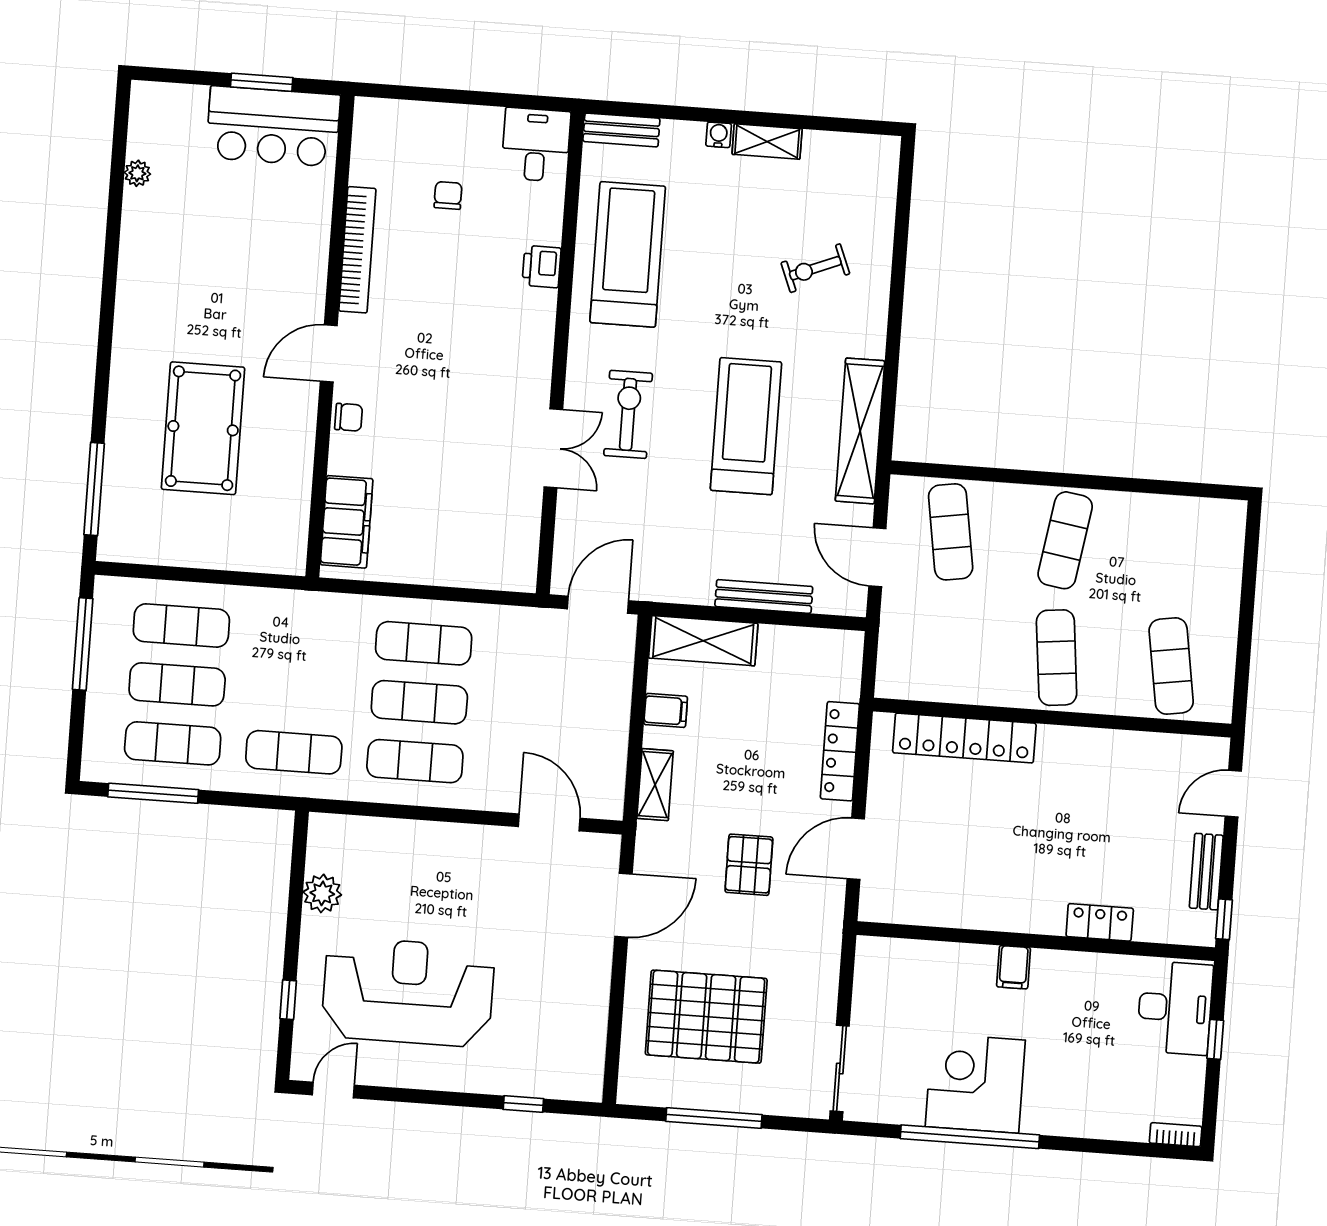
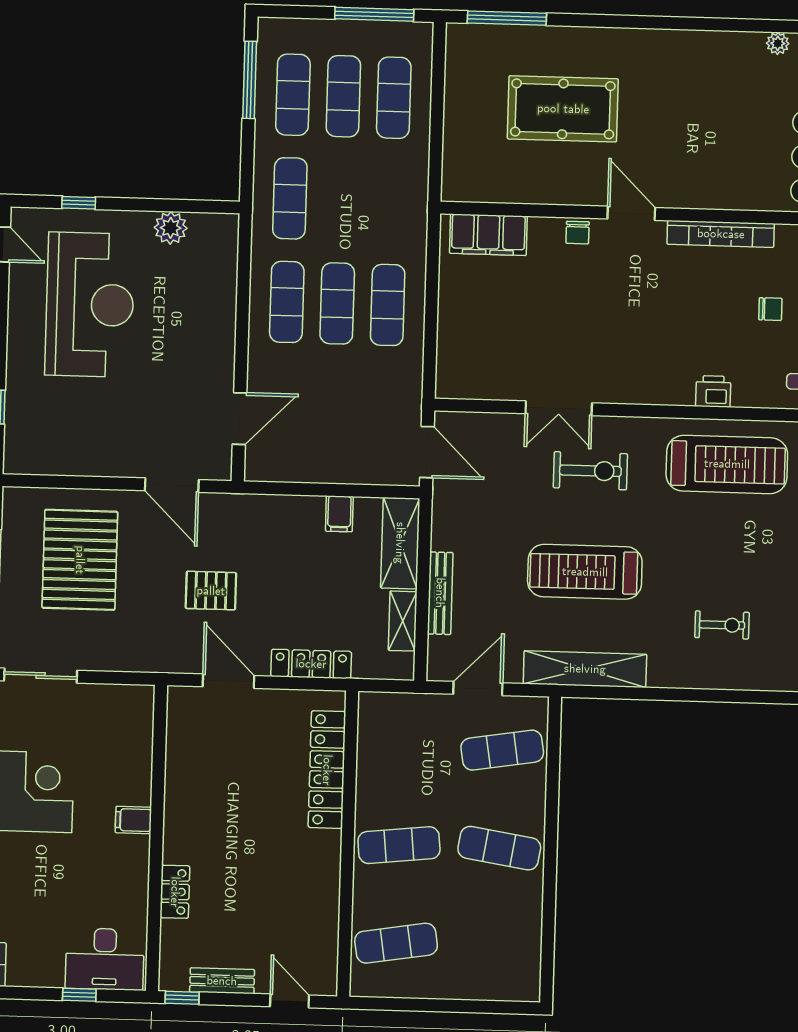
exercise bike: (815, 268) -> (722, 625), turned 112
treadmill: (746, 426) -> (585, 572), turned 180
shelving: (655, 785) -> (403, 621), moved, turned 90

